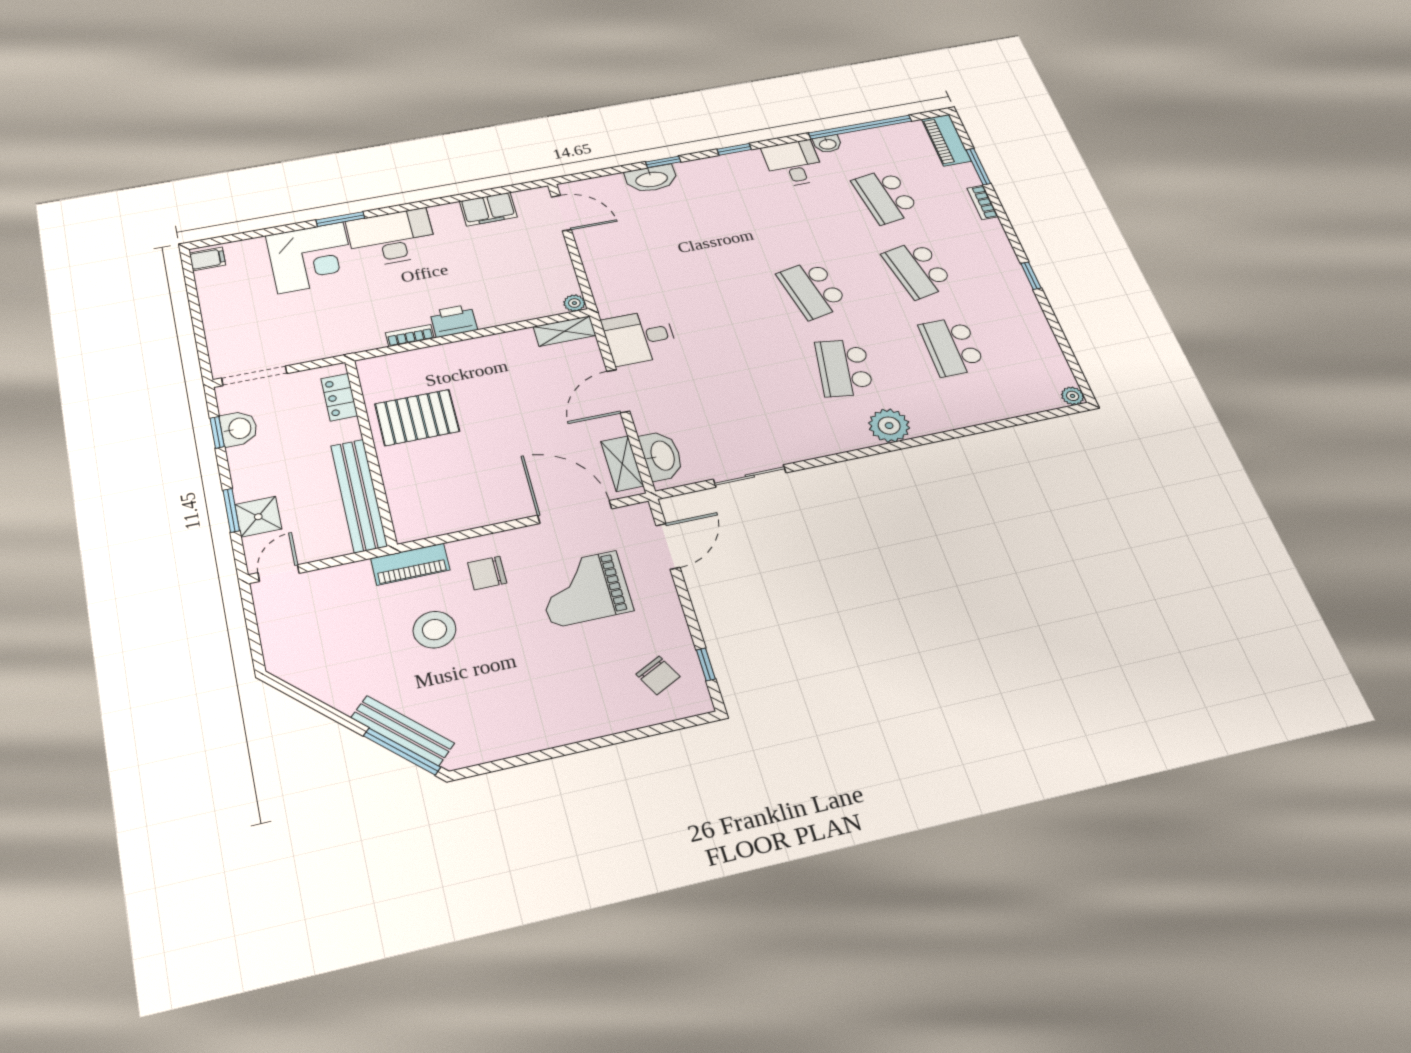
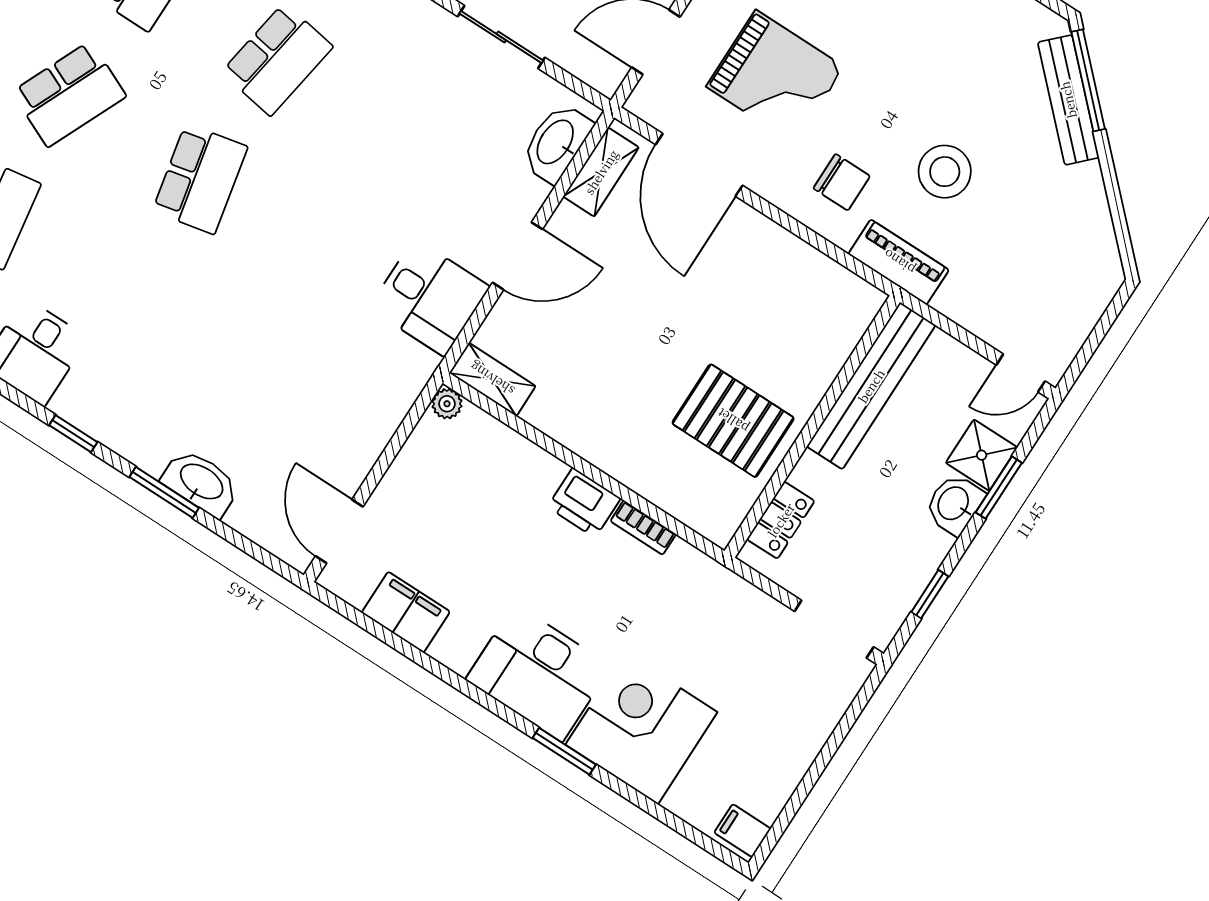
window: (663, 162) -> (164, 492), width x1.50
school desk: (918, 269) -> (69, 94), turned 36
washbasin: (239, 428) -> (954, 504), moved

